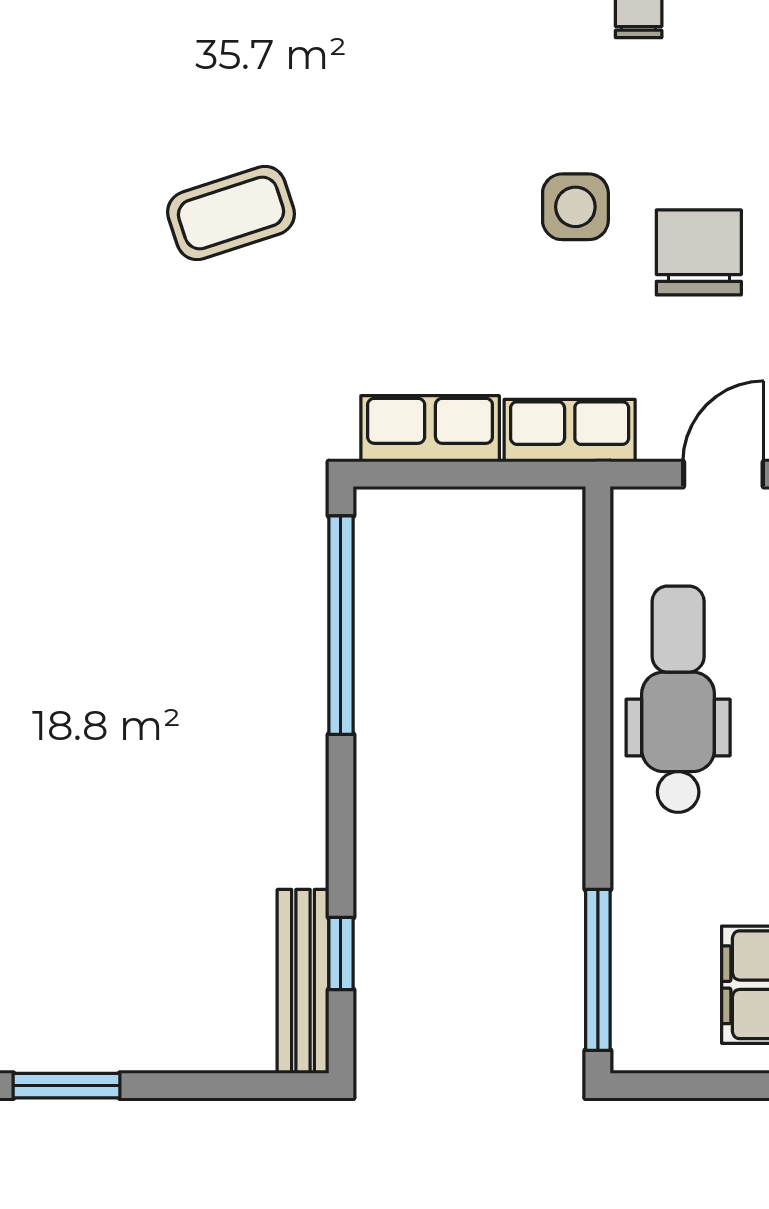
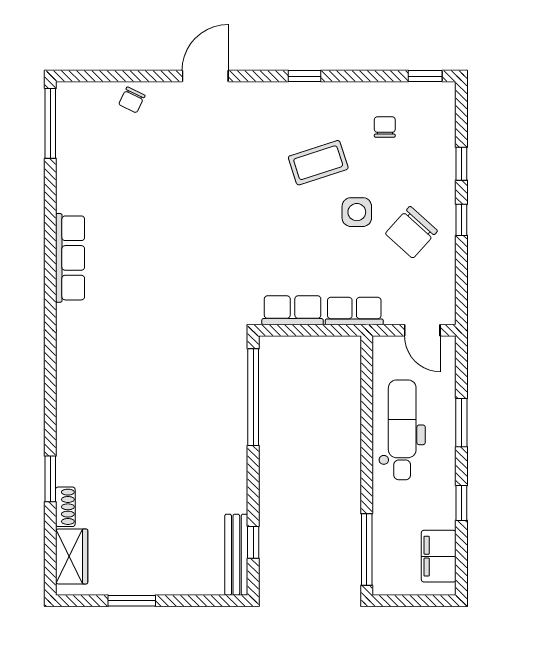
coffee table: (231, 213) -> (318, 163), moved
chair: (699, 252) -> (411, 232), turned -138
door: (723, 474) -> (422, 330), swing flipped

